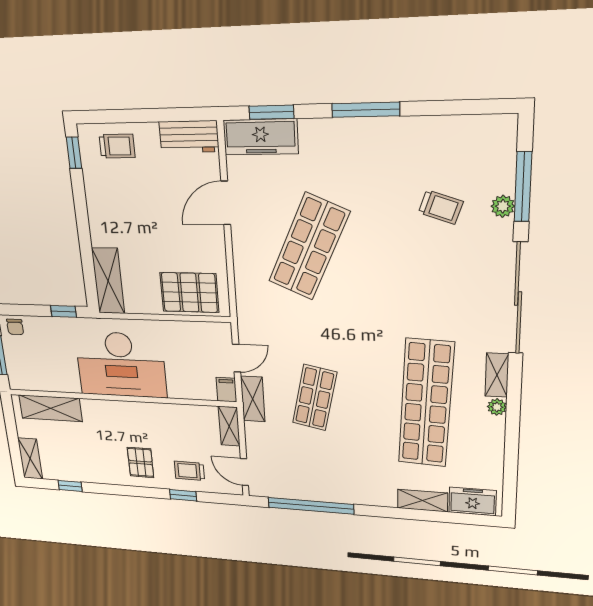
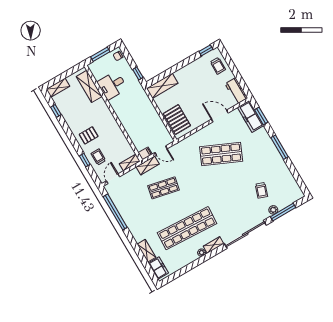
desk: (121, 365) -> (112, 85), moved, width x0.53, depth x0.77

